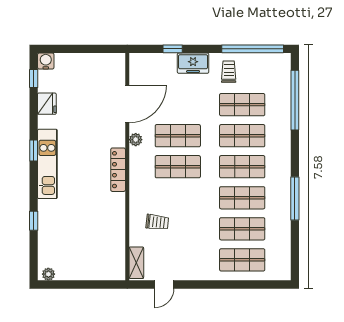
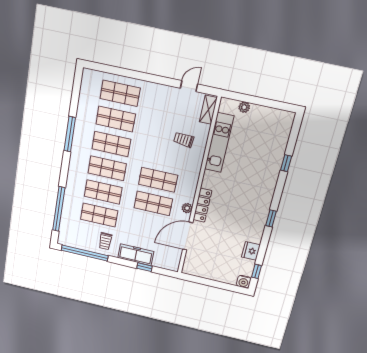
freezer: (193, 63) -> (136, 255), width x1.40
kitchen unit: (47, 164) -> (219, 143), moved, turned 180
locker: (118, 170) -> (202, 205), moved
plant: (48, 274) -> (244, 107), moved

